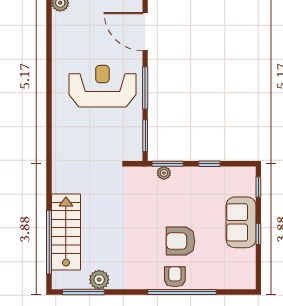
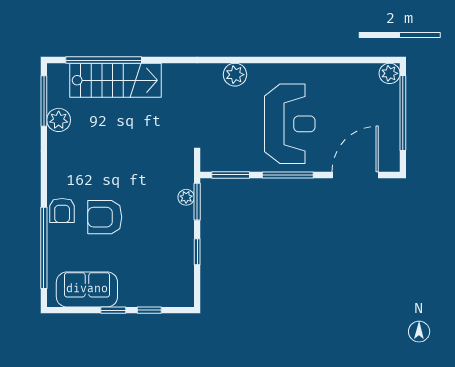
plant: (61, 132) -> (235, 75), added
window: (258, 187) -> (149, 310), moved
sofa: (241, 222) -> (87, 289), moved
armchair: (180, 241) -> (105, 217), turned -90
armchair: (175, 277) -> (62, 210), turned 90
window: (182, 292) -> (44, 248), moved

